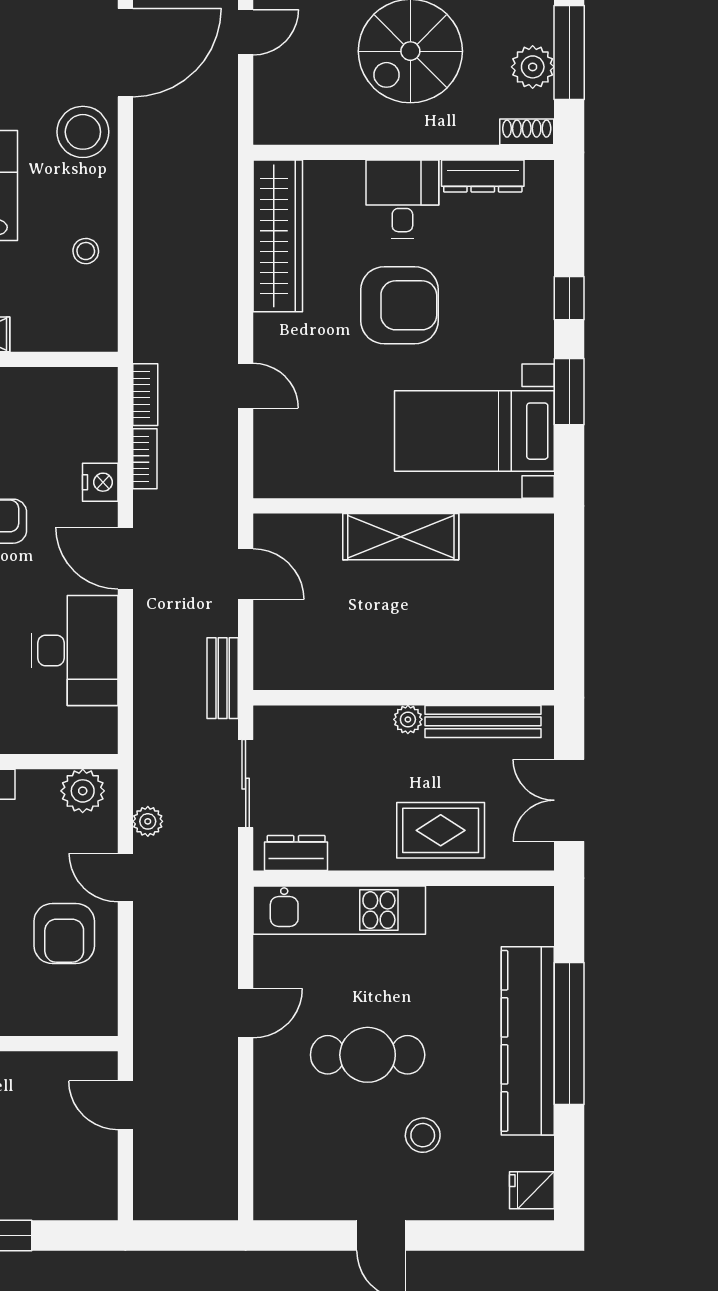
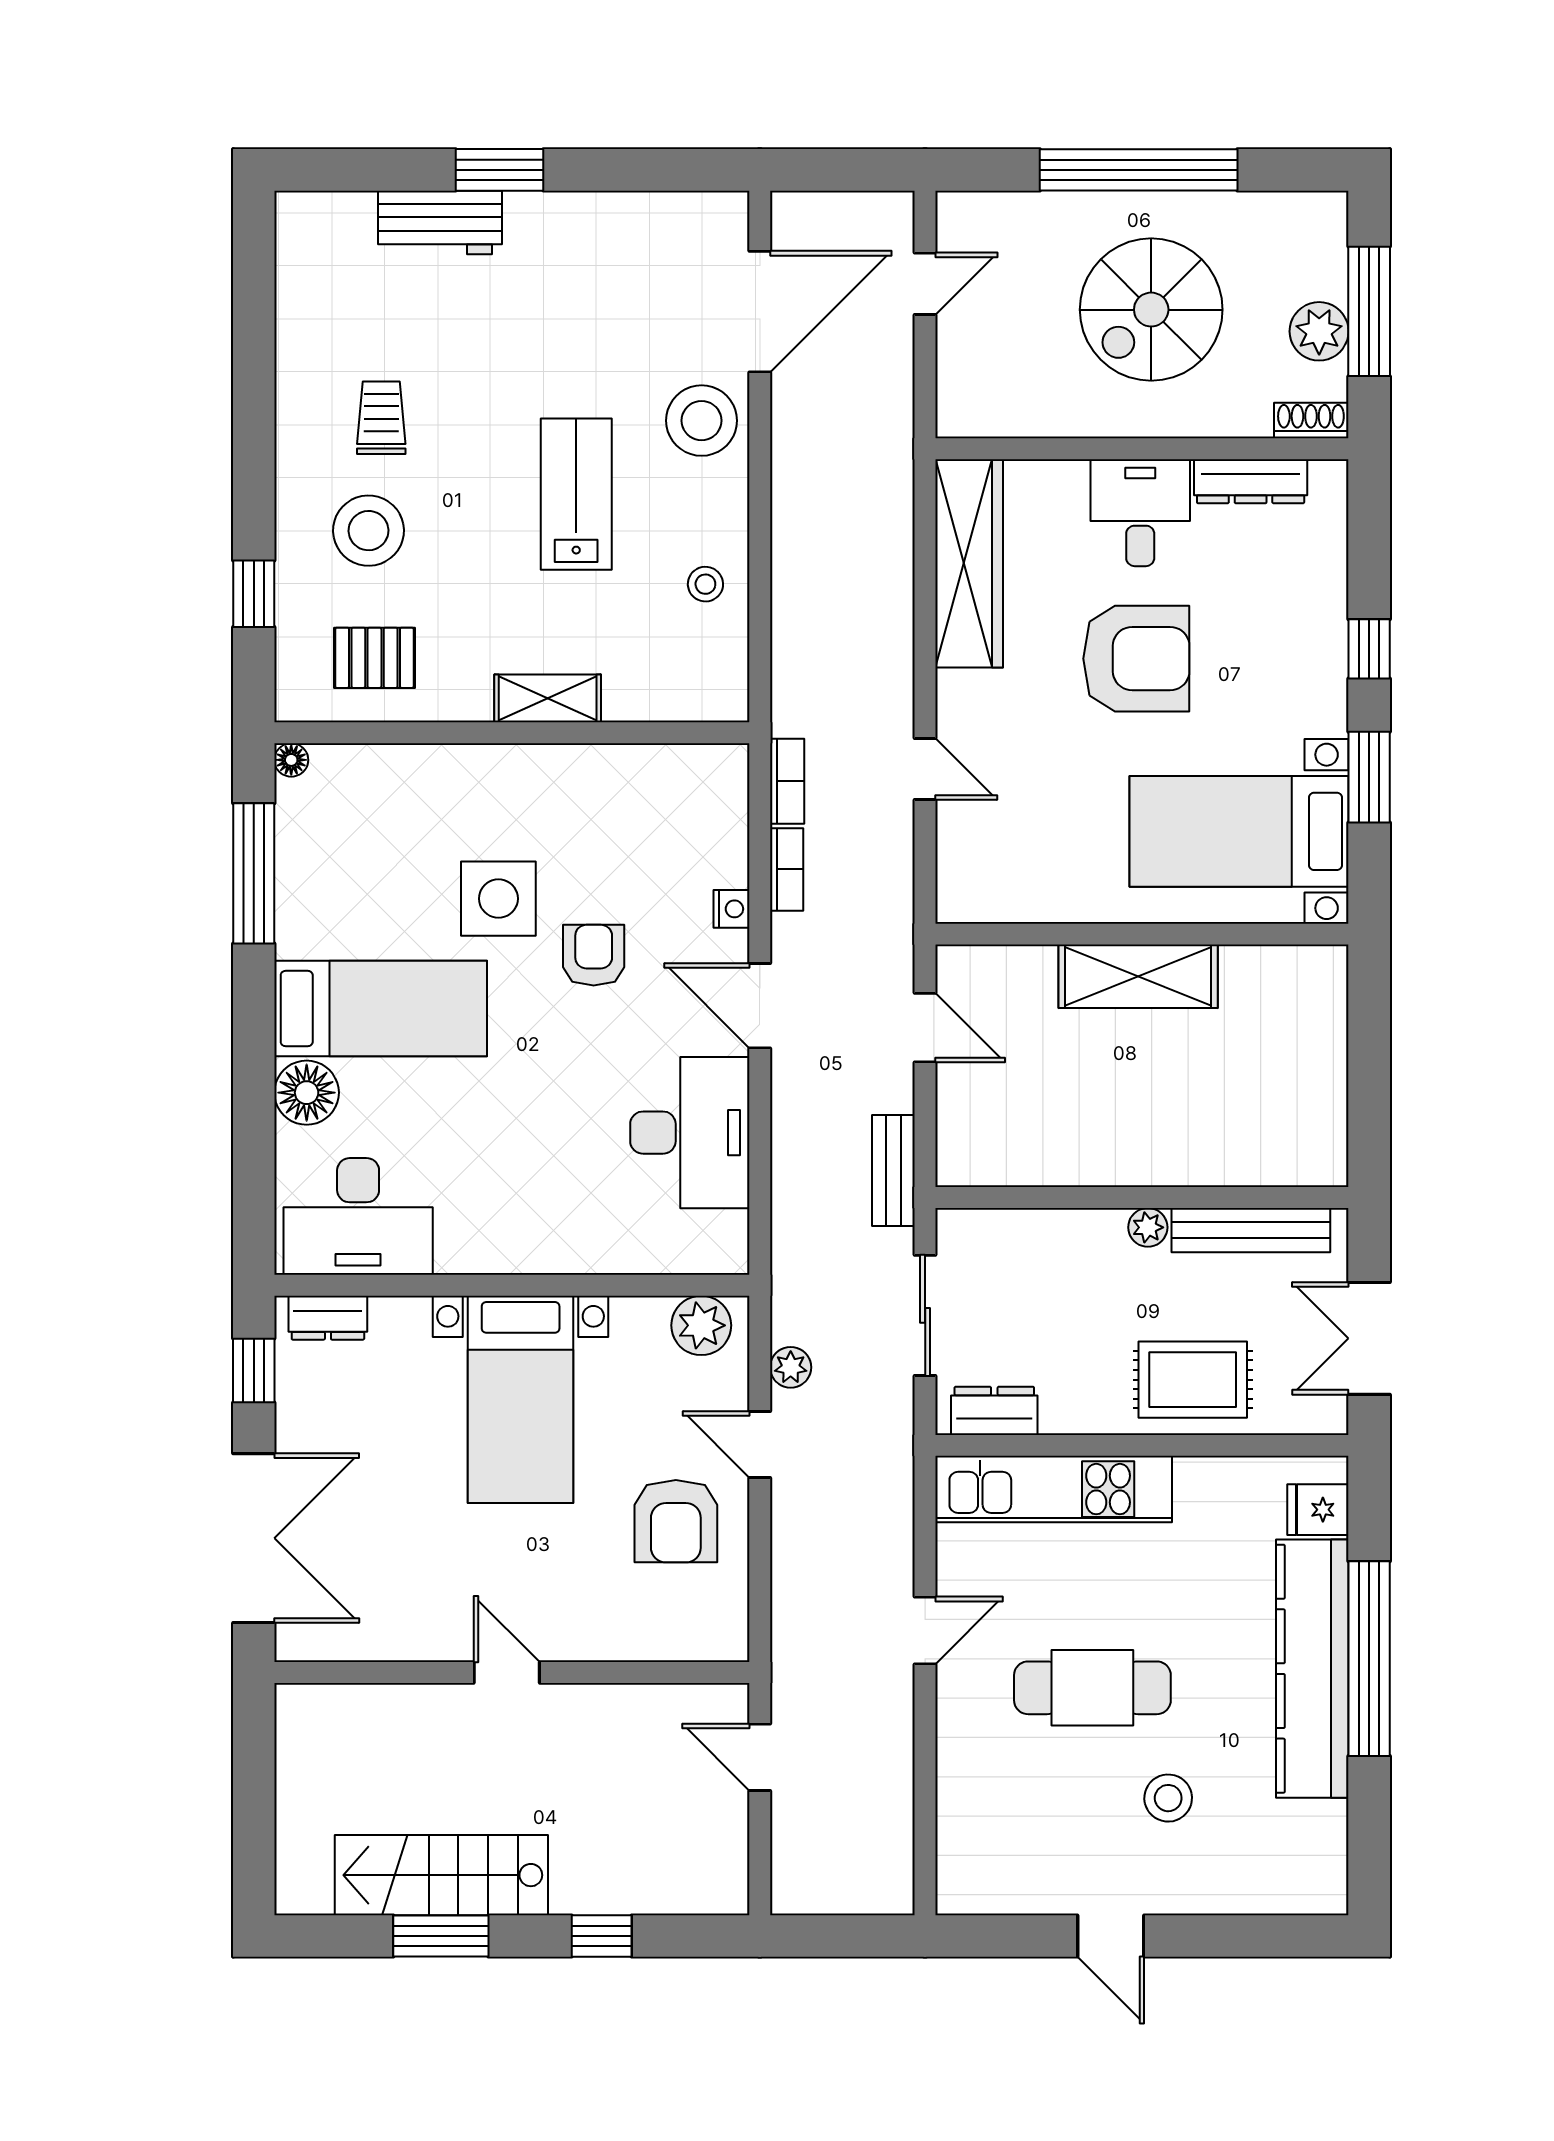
nightstand: (100, 482) -> (732, 909), width x0.72, depth x0.74
fridge: (532, 1190) -> (1318, 1510), moved

